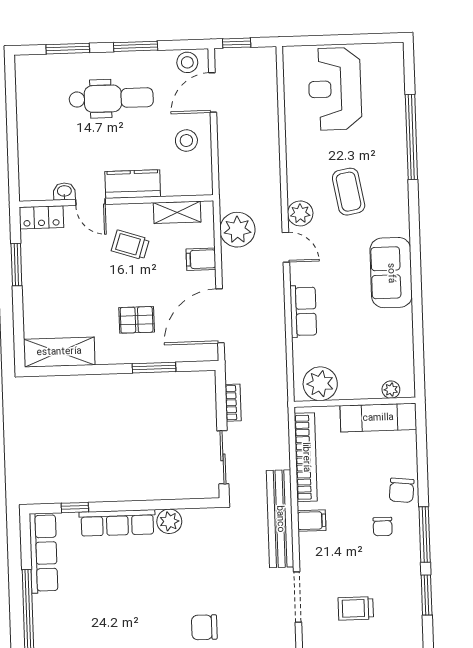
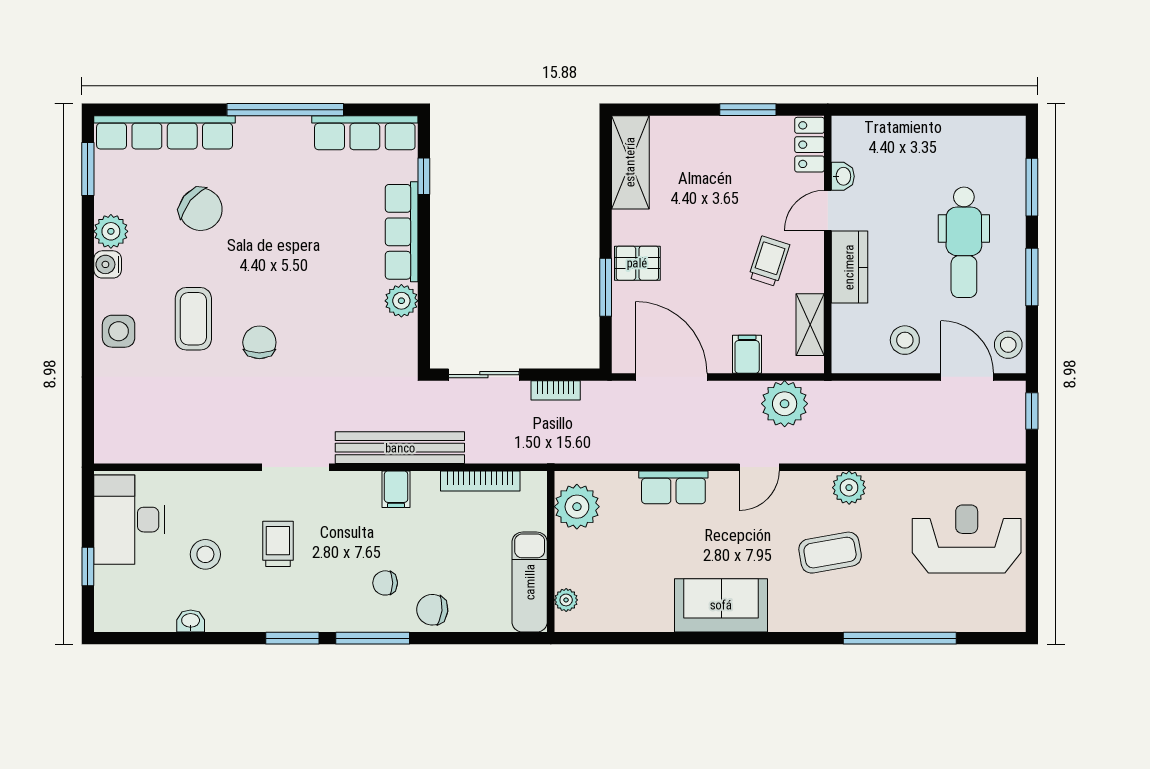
plant: (300, 213) -> (849, 488), moved
pallet: (137, 320) -> (637, 263), moved, turned 90
bookcase: (306, 457) -> (480, 481), width x0.68, depth x0.76

